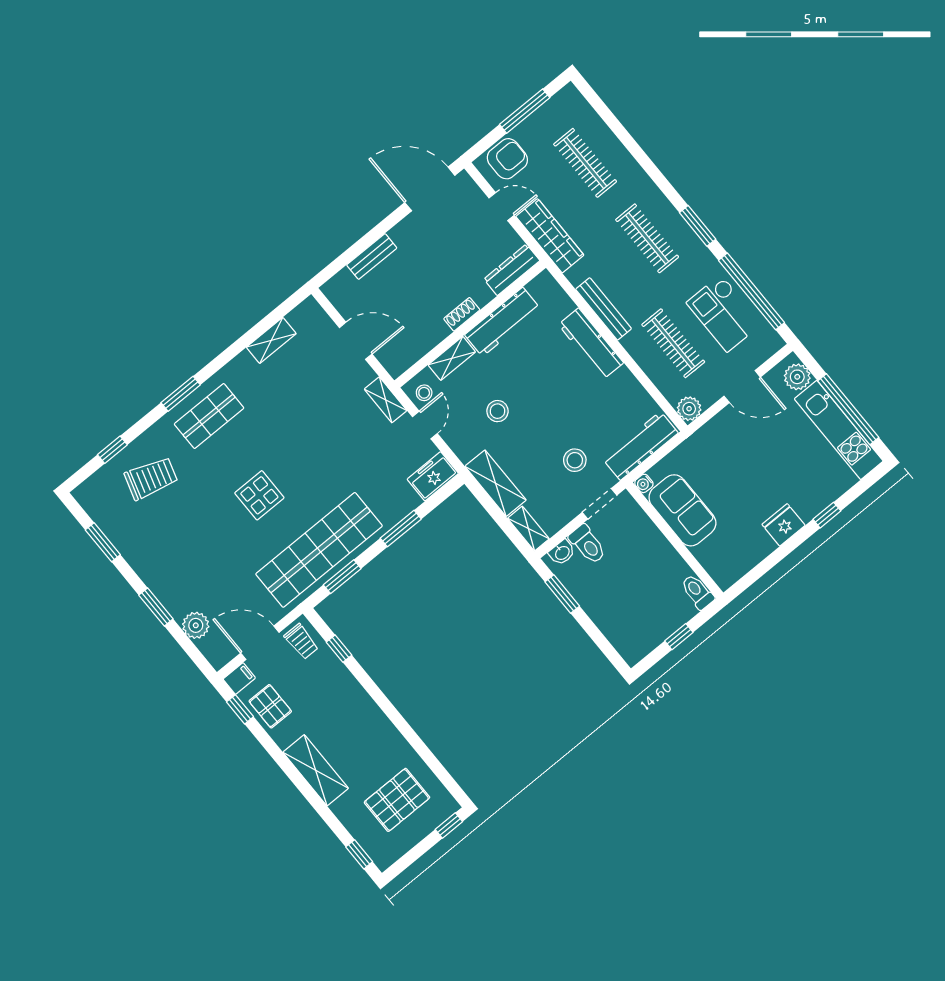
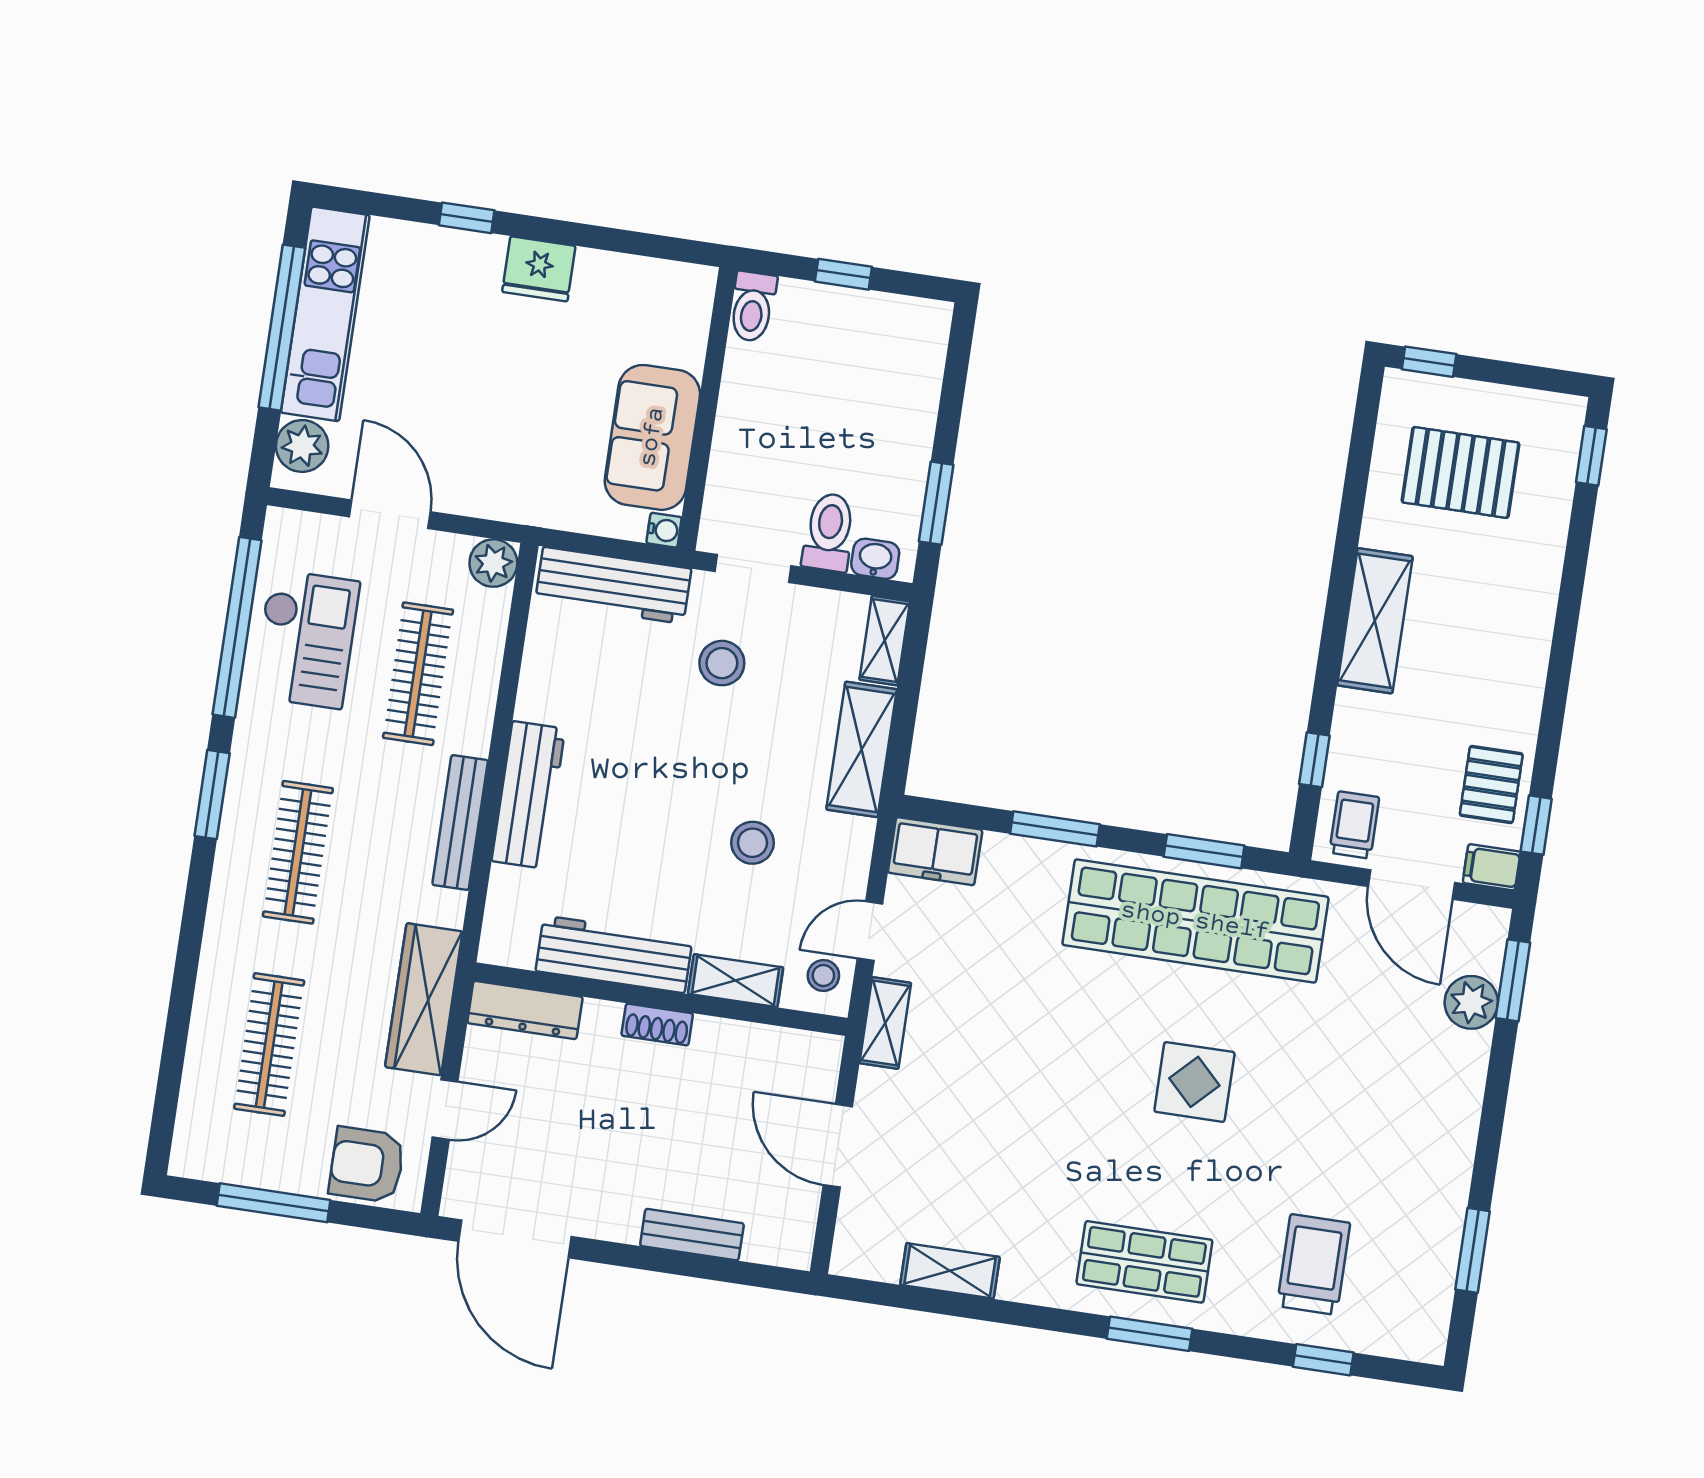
door: (502, 207) -> (445, 1109), swing flipped
trolley: (151, 478) -> (1314, 1264), turned 73
window: (156, 607) -> (1513, 980), moved
shelving: (316, 770) -> (1375, 621), moved

